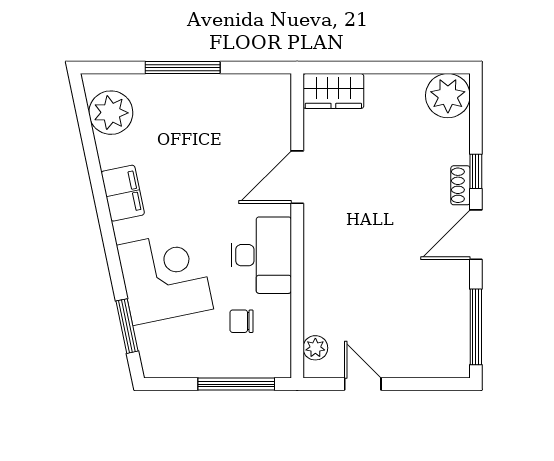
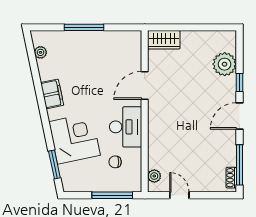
plant: (448, 96) -> (225, 64), moved
plant: (111, 113) -> (41, 52), width x0.53, depth x0.53
shoe rack: (460, 185) -> (231, 178), moved

